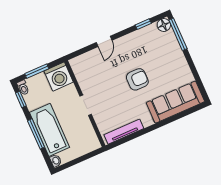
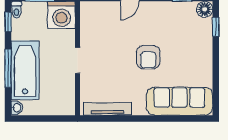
window: (178, 34) -> (216, 27), width x0.46
armchair: (137, 79) -> (148, 57), turned 90

